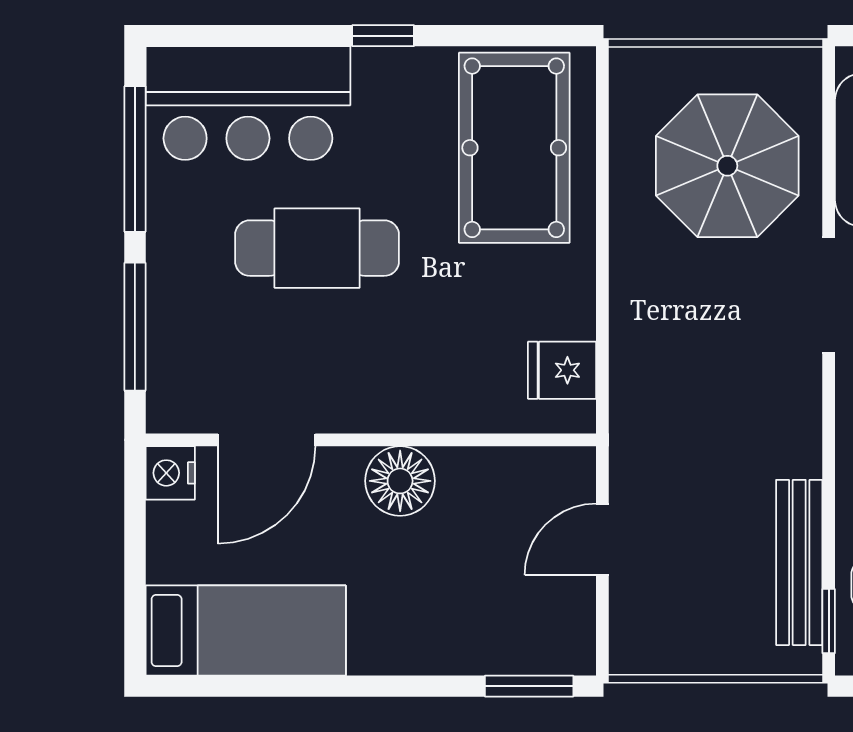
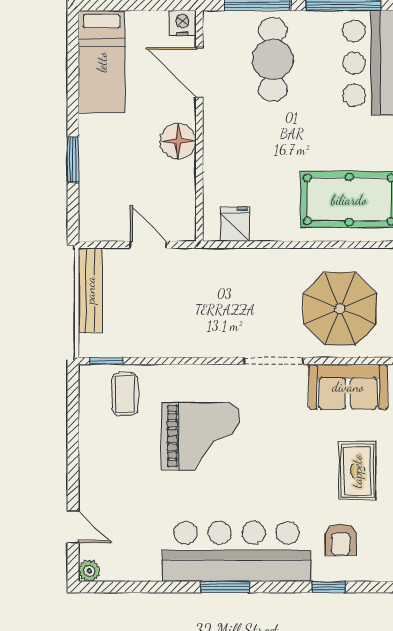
cafe table: (317, 248) -> (273, 60), moved
bench: (799, 562) -> (90, 290), moved, turned 90
window: (529, 686) -> (73, 159), moved

